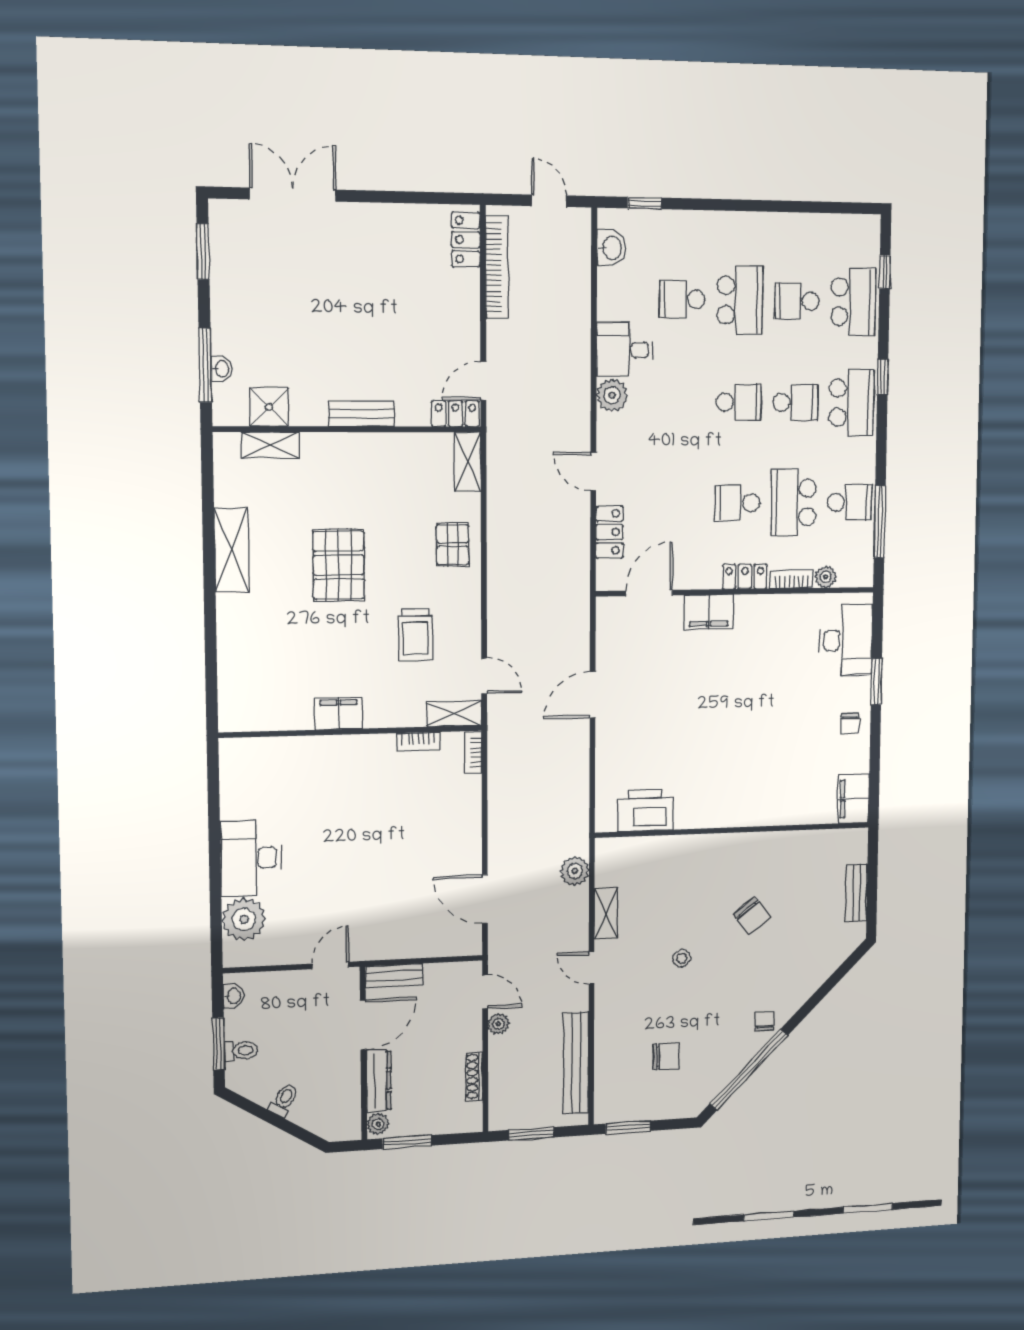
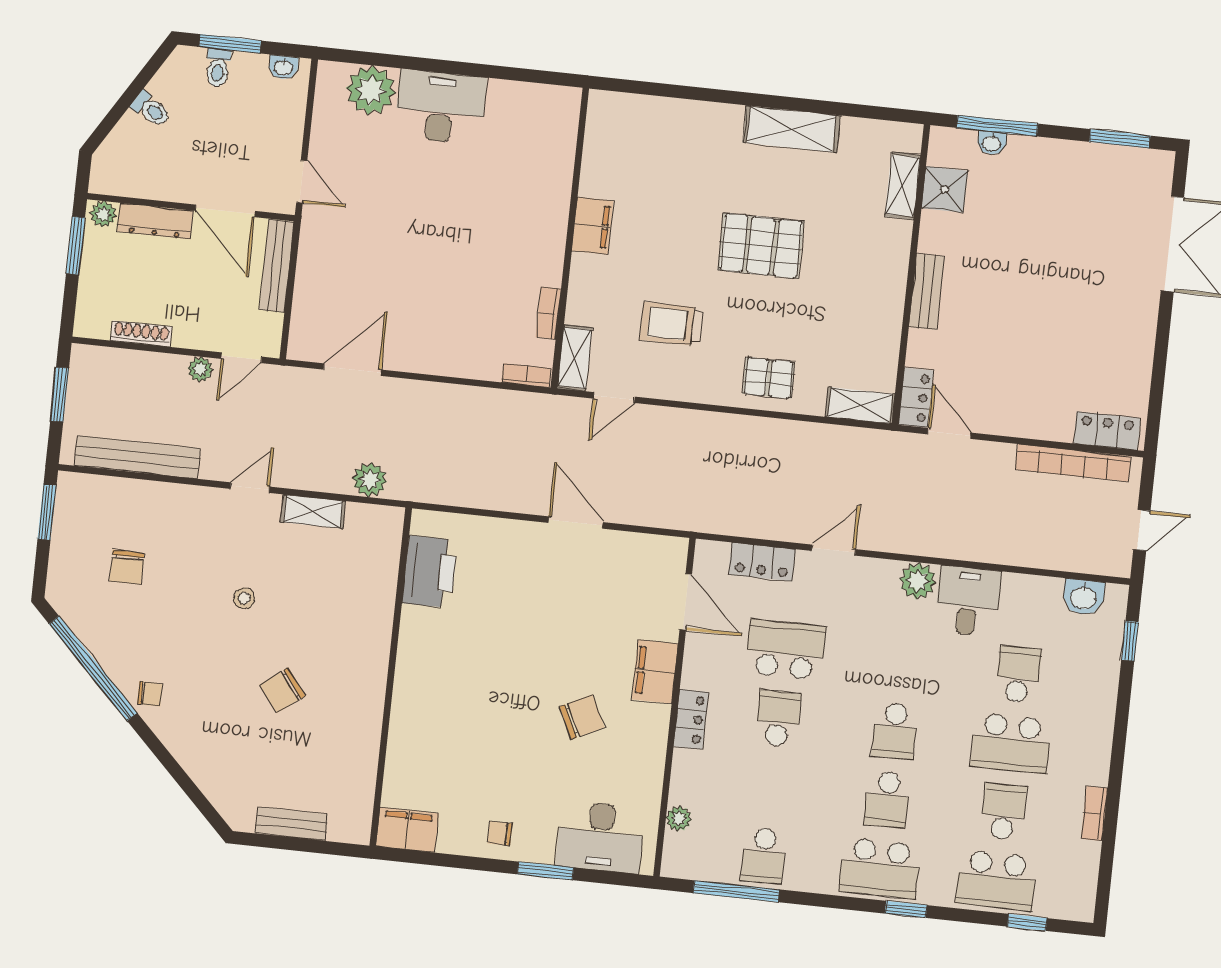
school desk: (794, 503) -> (786, 650), moved
bookcase: (792, 579) -> (1094, 814), moved, turned 180
chair: (751, 668) -> (582, 717), added
bench: (394, 976) -> (277, 266), width x1.36

